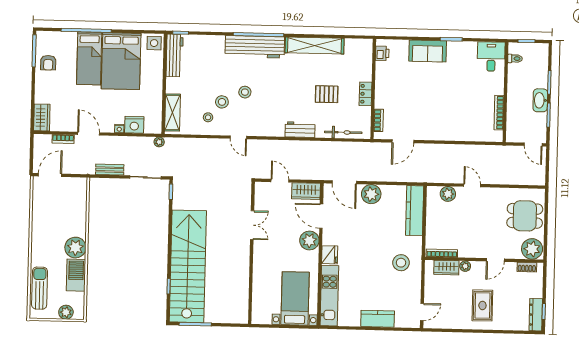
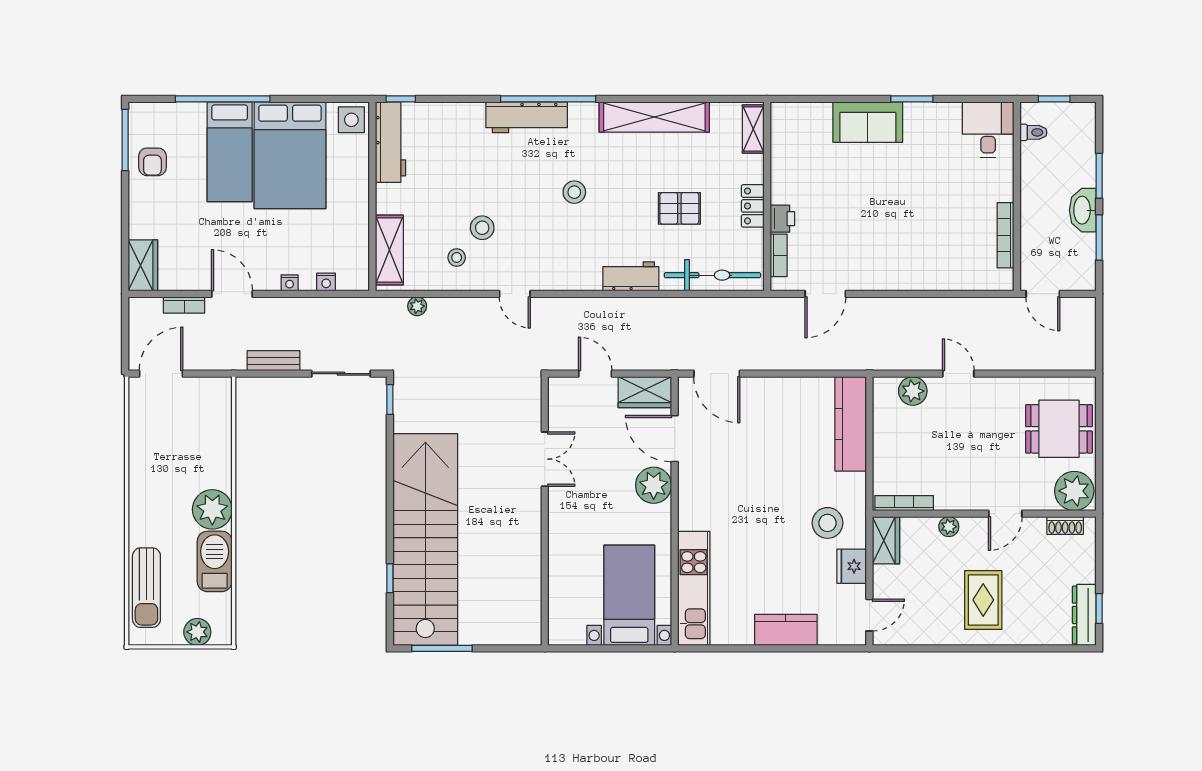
workbench: (255, 47) -> (527, 117), width x0.73, depth x0.76
shelving: (367, 53) -> (753, 129), added
printer: (382, 53) -> (782, 219), moved
stool: (245, 92) -> (574, 192), moved
nightstand: (134, 125) -> (326, 282), width x0.53, depth x0.56
bicycle: (343, 132) -> (712, 275), width x1.37, depth x1.40
plant: (159, 142) -> (417, 306), moved
door: (533, 145) -> (1043, 294), moved
plant: (371, 194) -> (768, 395), removed
fridge: (330, 255) -> (852, 566), moved, turned 180
wardrobe: (446, 268) -> (886, 540), moved, turned -90
sun lounger: (40, 288) -> (146, 588), turned 180

